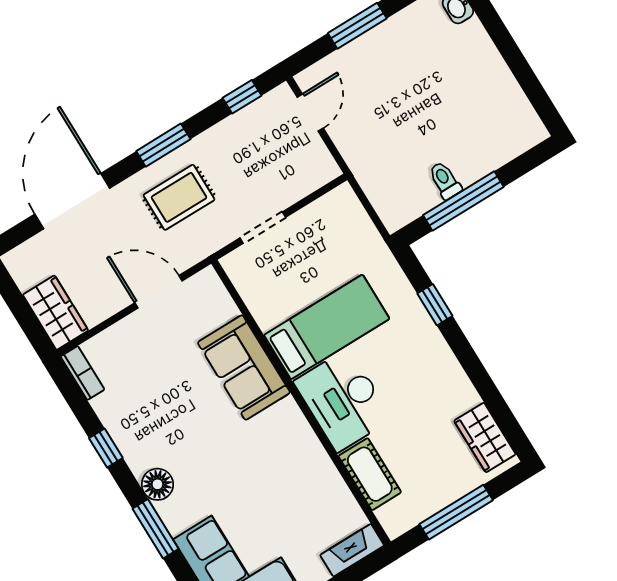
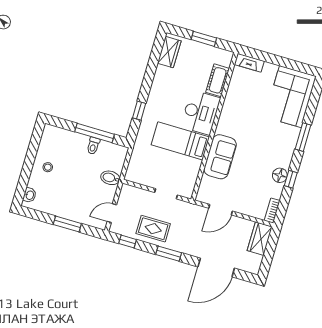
stool: (476, 77) -> (48, 167), added
bidet: (369, 161) -> (110, 178), added
rug: (179, 197) -> (153, 229), moved
door: (158, 292) -> (221, 210), hinge flipped
floor lamp: (157, 484) -> (280, 175), moved
window: (456, 512) -> (204, 39), width x0.69

